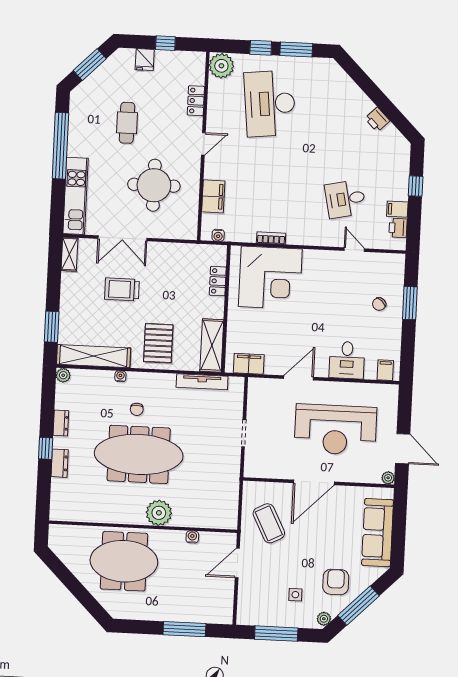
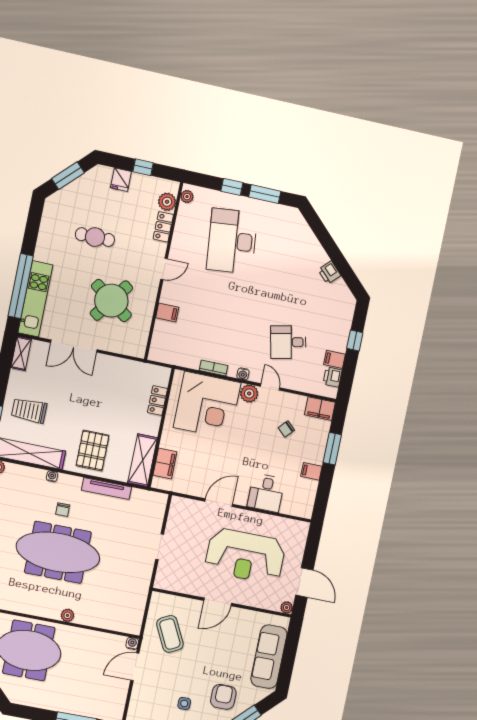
plant: (221, 66) -> (187, 197), width x0.53, depth x0.53
plant: (196, 74) -> (167, 202), added
cafe table: (127, 123) -> (95, 237), turned 90
window: (60, 146) -> (21, 286), moved
round table: (154, 185) -> (111, 301), turned 36
filing cabinet: (213, 196) -> (167, 313), width x0.50
water cooler: (218, 235) -> (243, 374), moved
door: (354, 250) -> (270, 387), moved
plant: (313, 259) -> (249, 393), added
filing cabinet: (390, 263) -> (320, 409), added
trolley: (122, 289) -> (29, 410), moved
chair: (379, 304) -> (286, 429), moved
filing cabinet: (249, 364) -> (165, 464), moved, turned 90
filing cabinet: (385, 370) -> (311, 471), moved, turned -90
tv unit: (202, 382) -> (106, 489), moved
door: (314, 482) -> (218, 602), width x0.73
plant: (159, 513) -> (67, 615), width x0.53, depth x0.53
water cooler: (192, 537) -> (132, 643), moved

